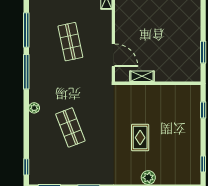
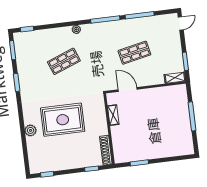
door: (113, 55) -> (128, 89), swing flipped
shoe rack: (183, 90) -> (106, 150), added
rug: (140, 138) -> (63, 120), width x1.86, depth x2.06

